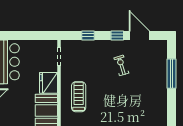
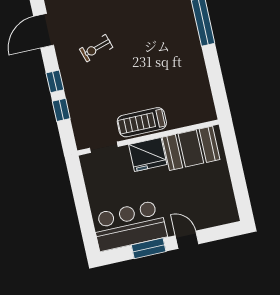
window: (117, 35) -> (55, 81), moved
treadmill: (79, 97) -> (142, 122), moved

